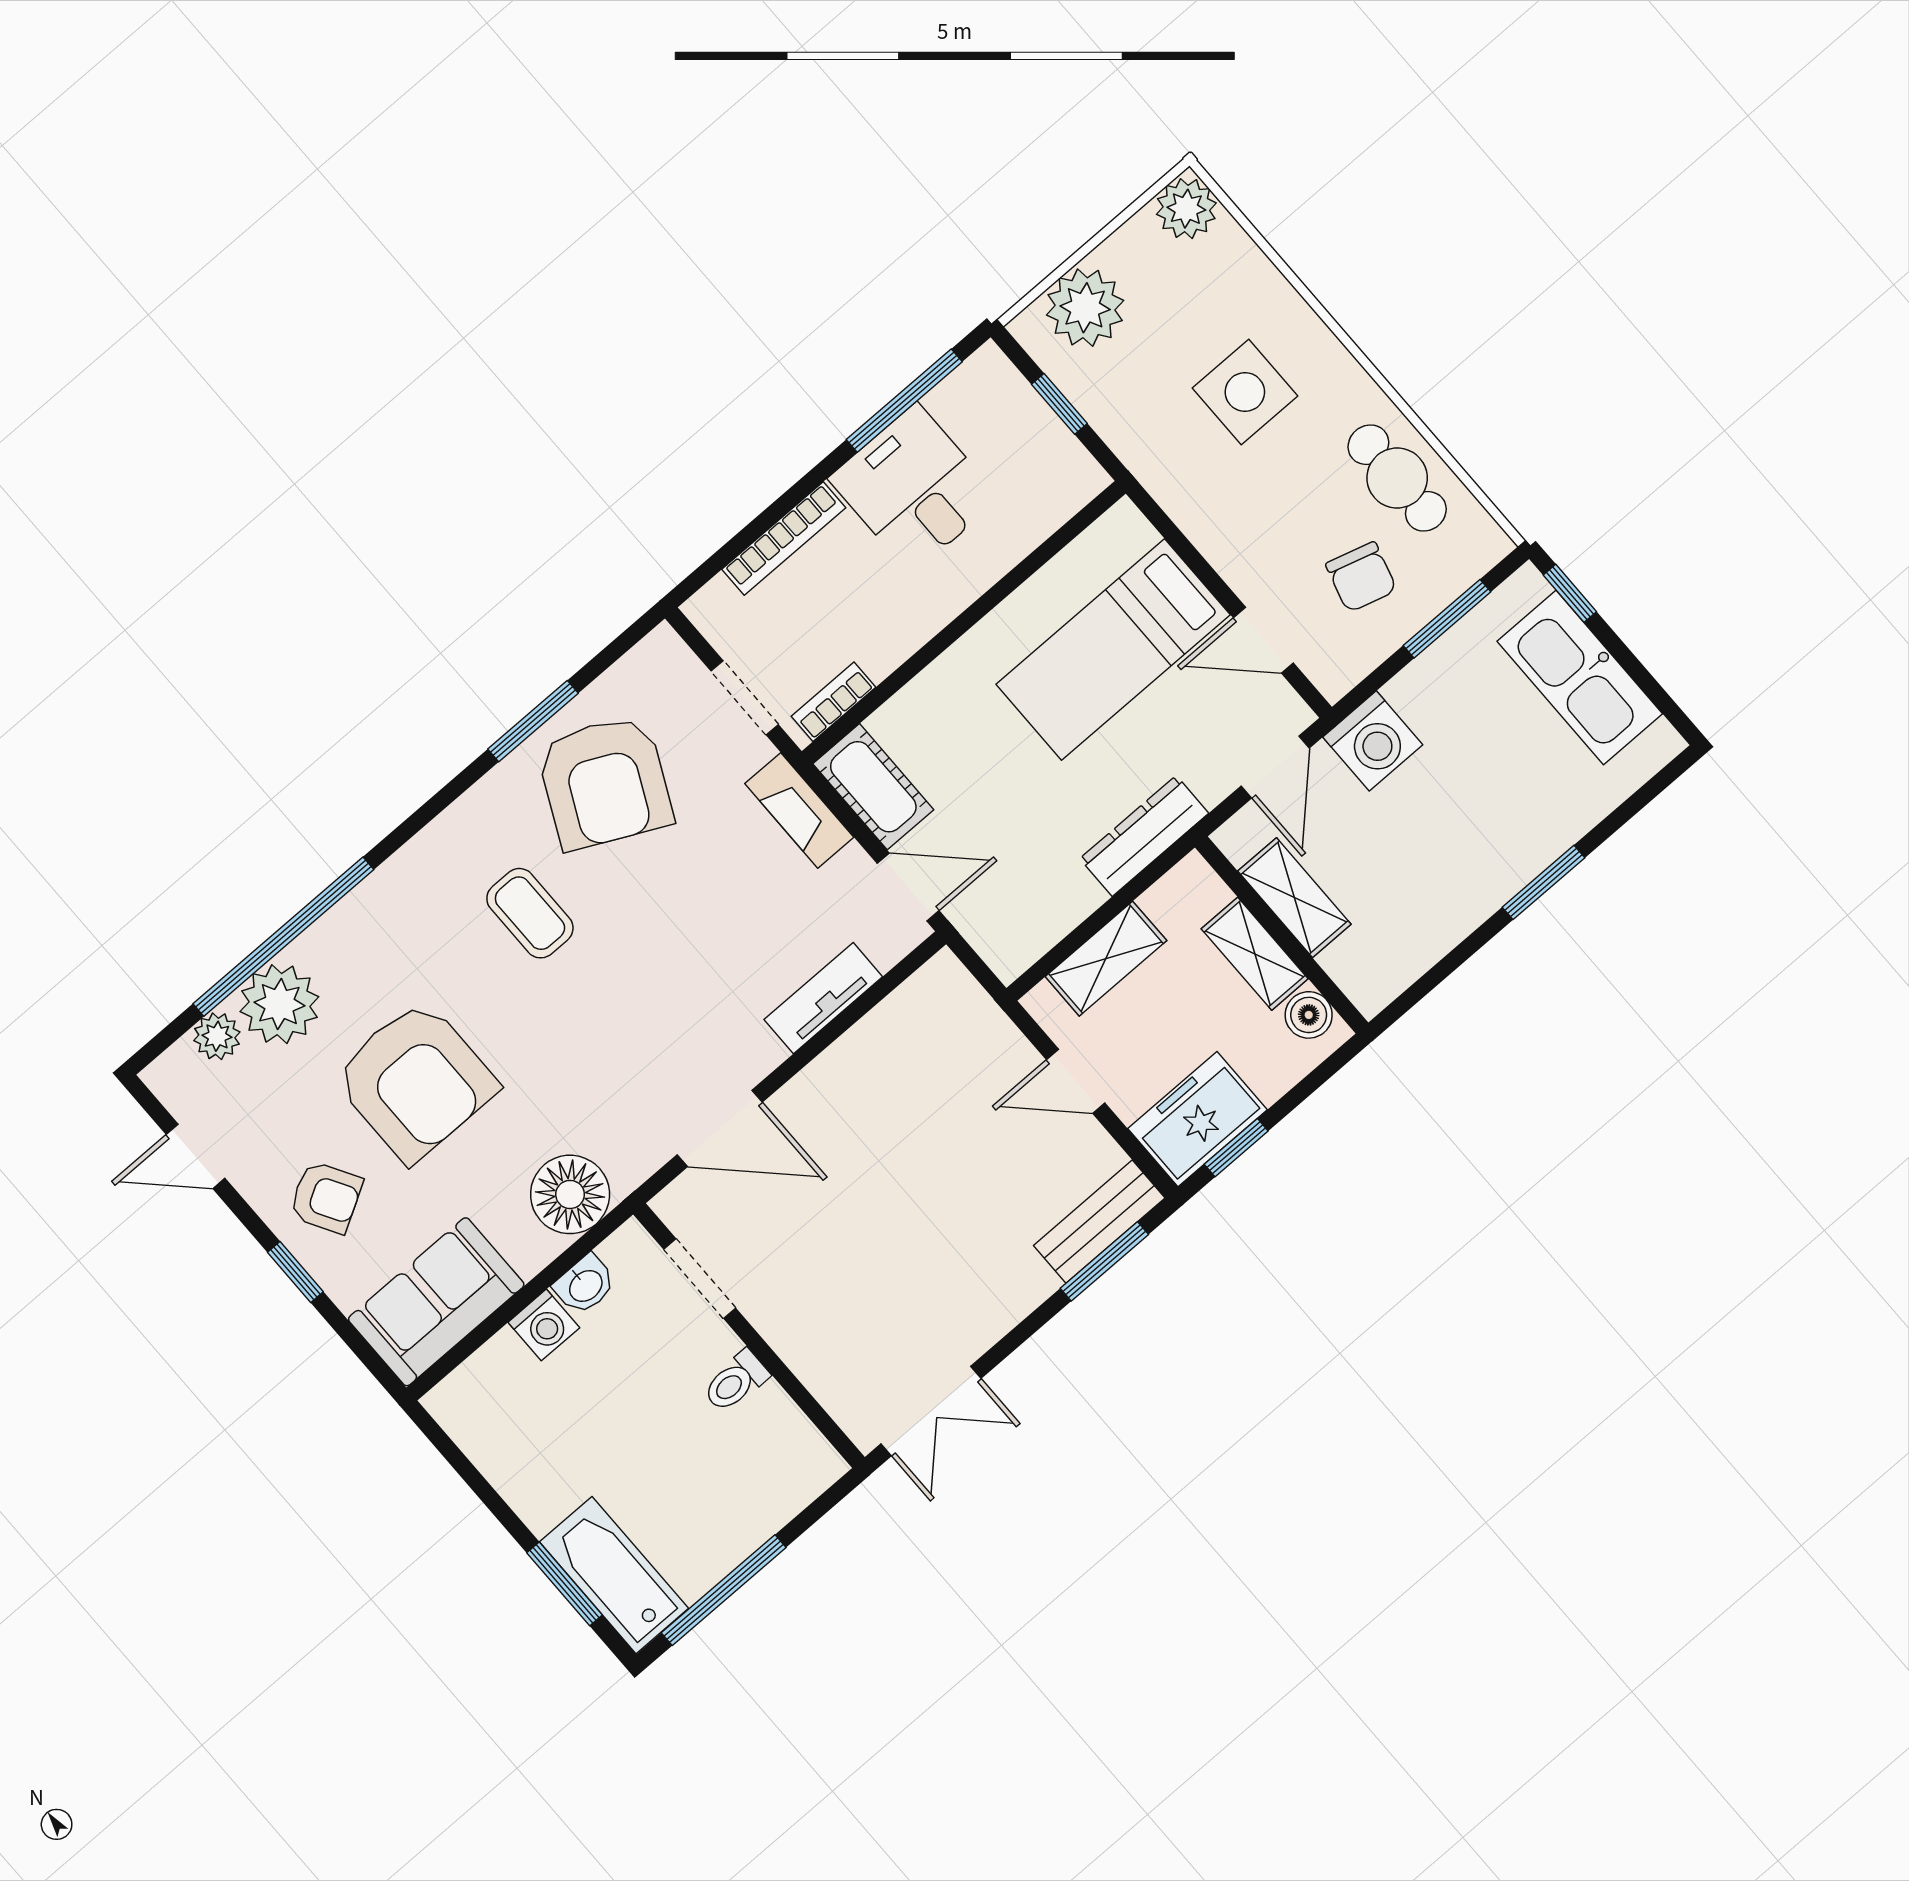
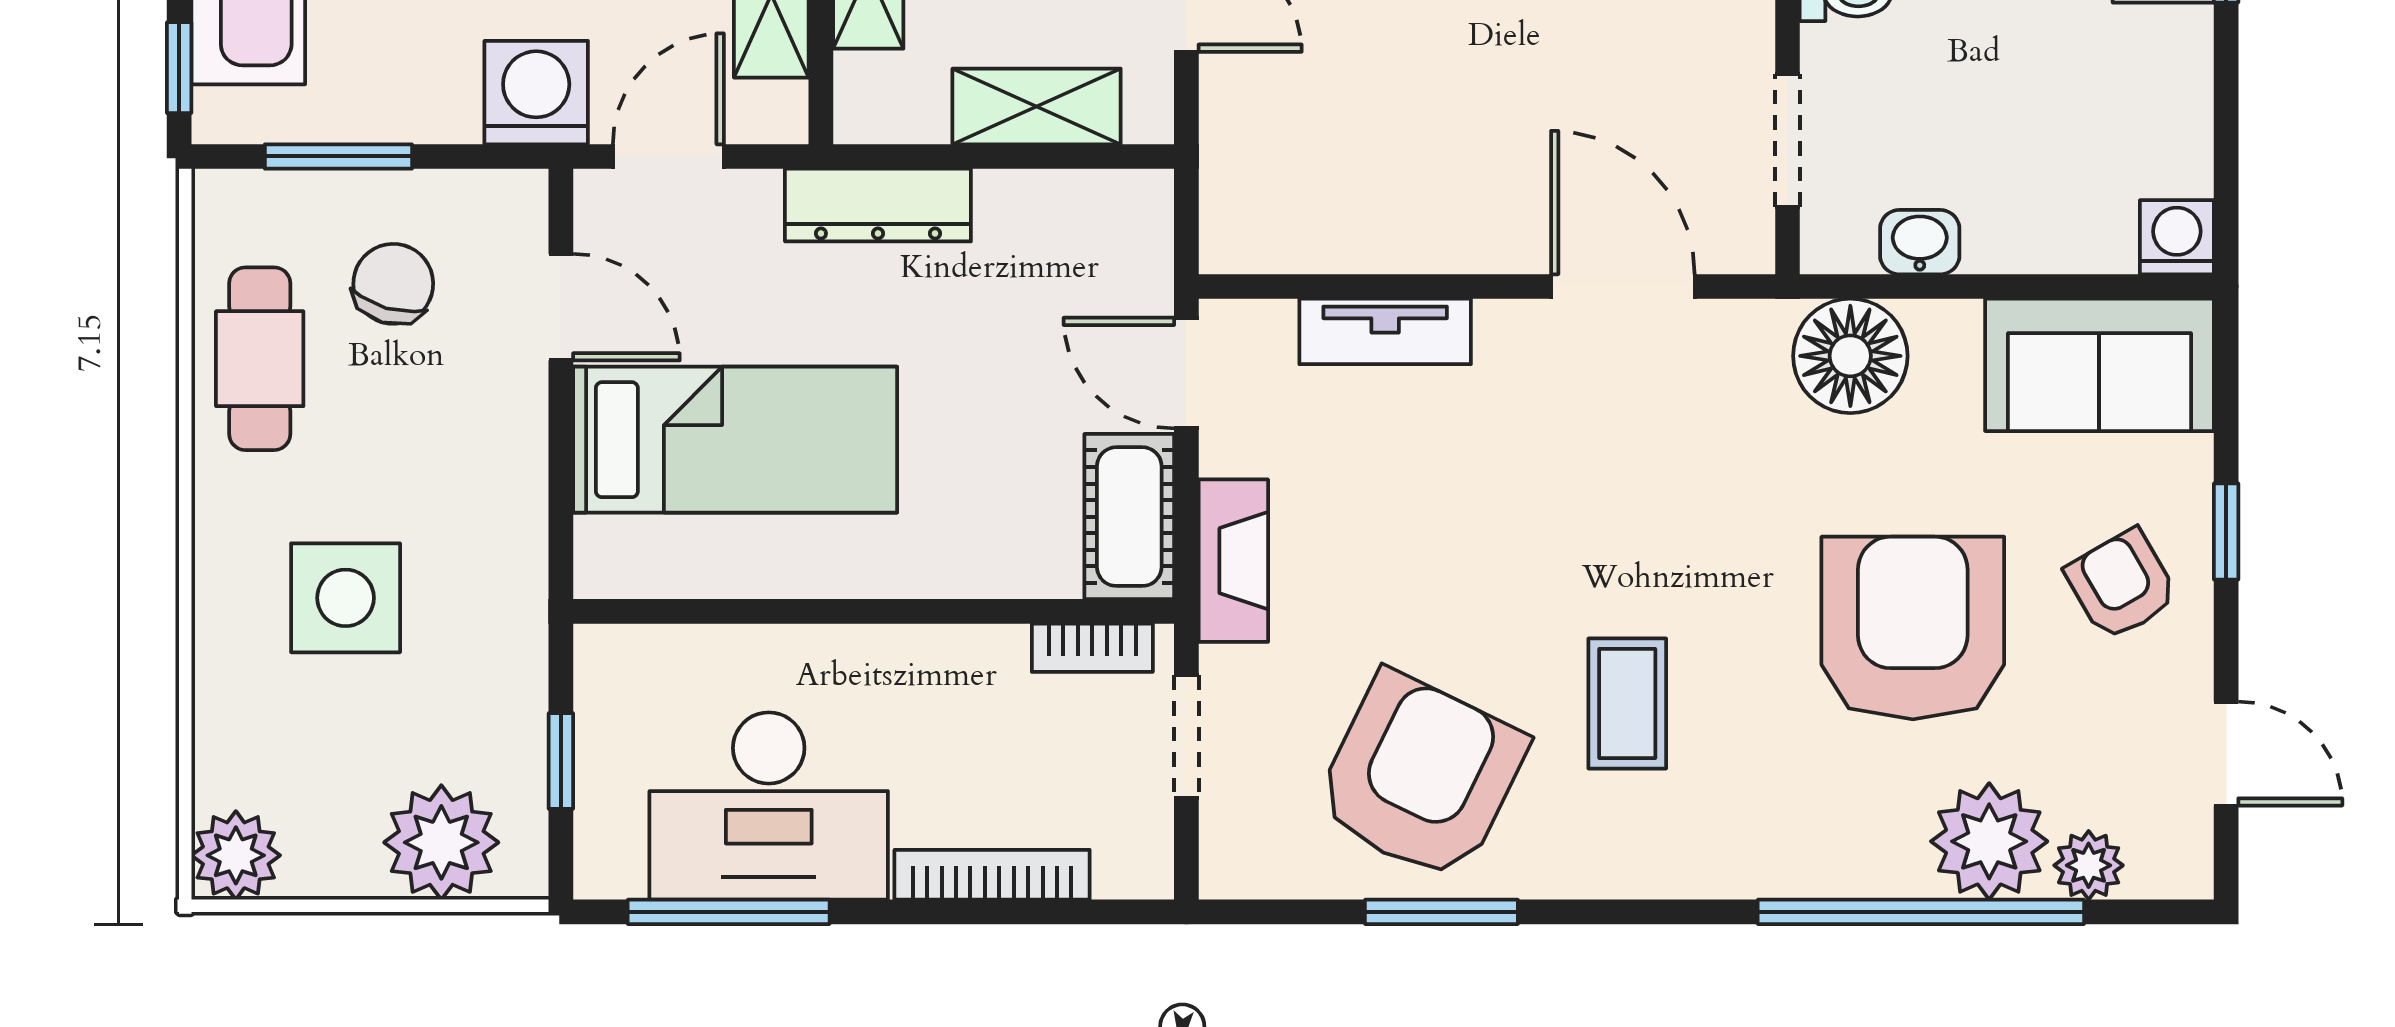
desk: (914, 488) -> (769, 806), width x1.37
washing machine: (544, 1325) -> (2177, 237), moved

